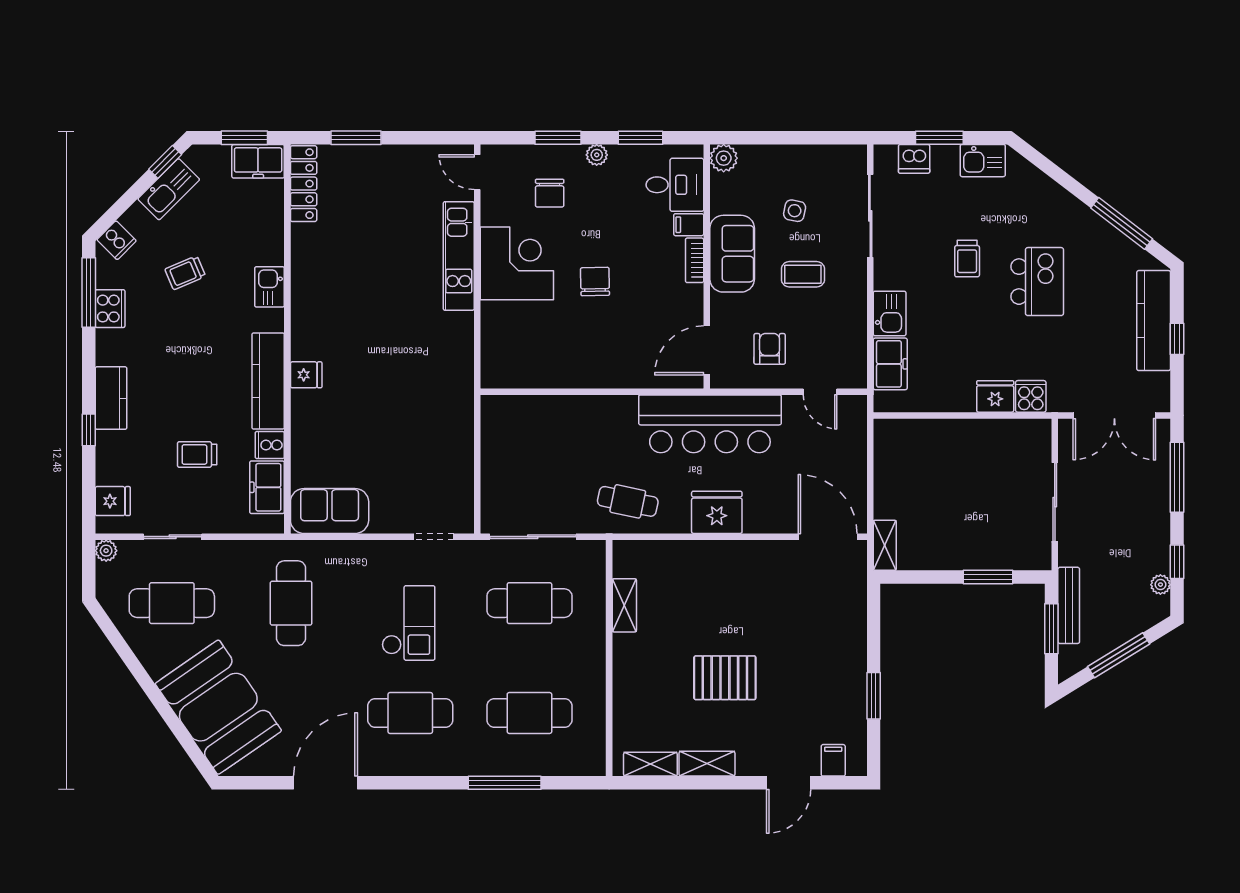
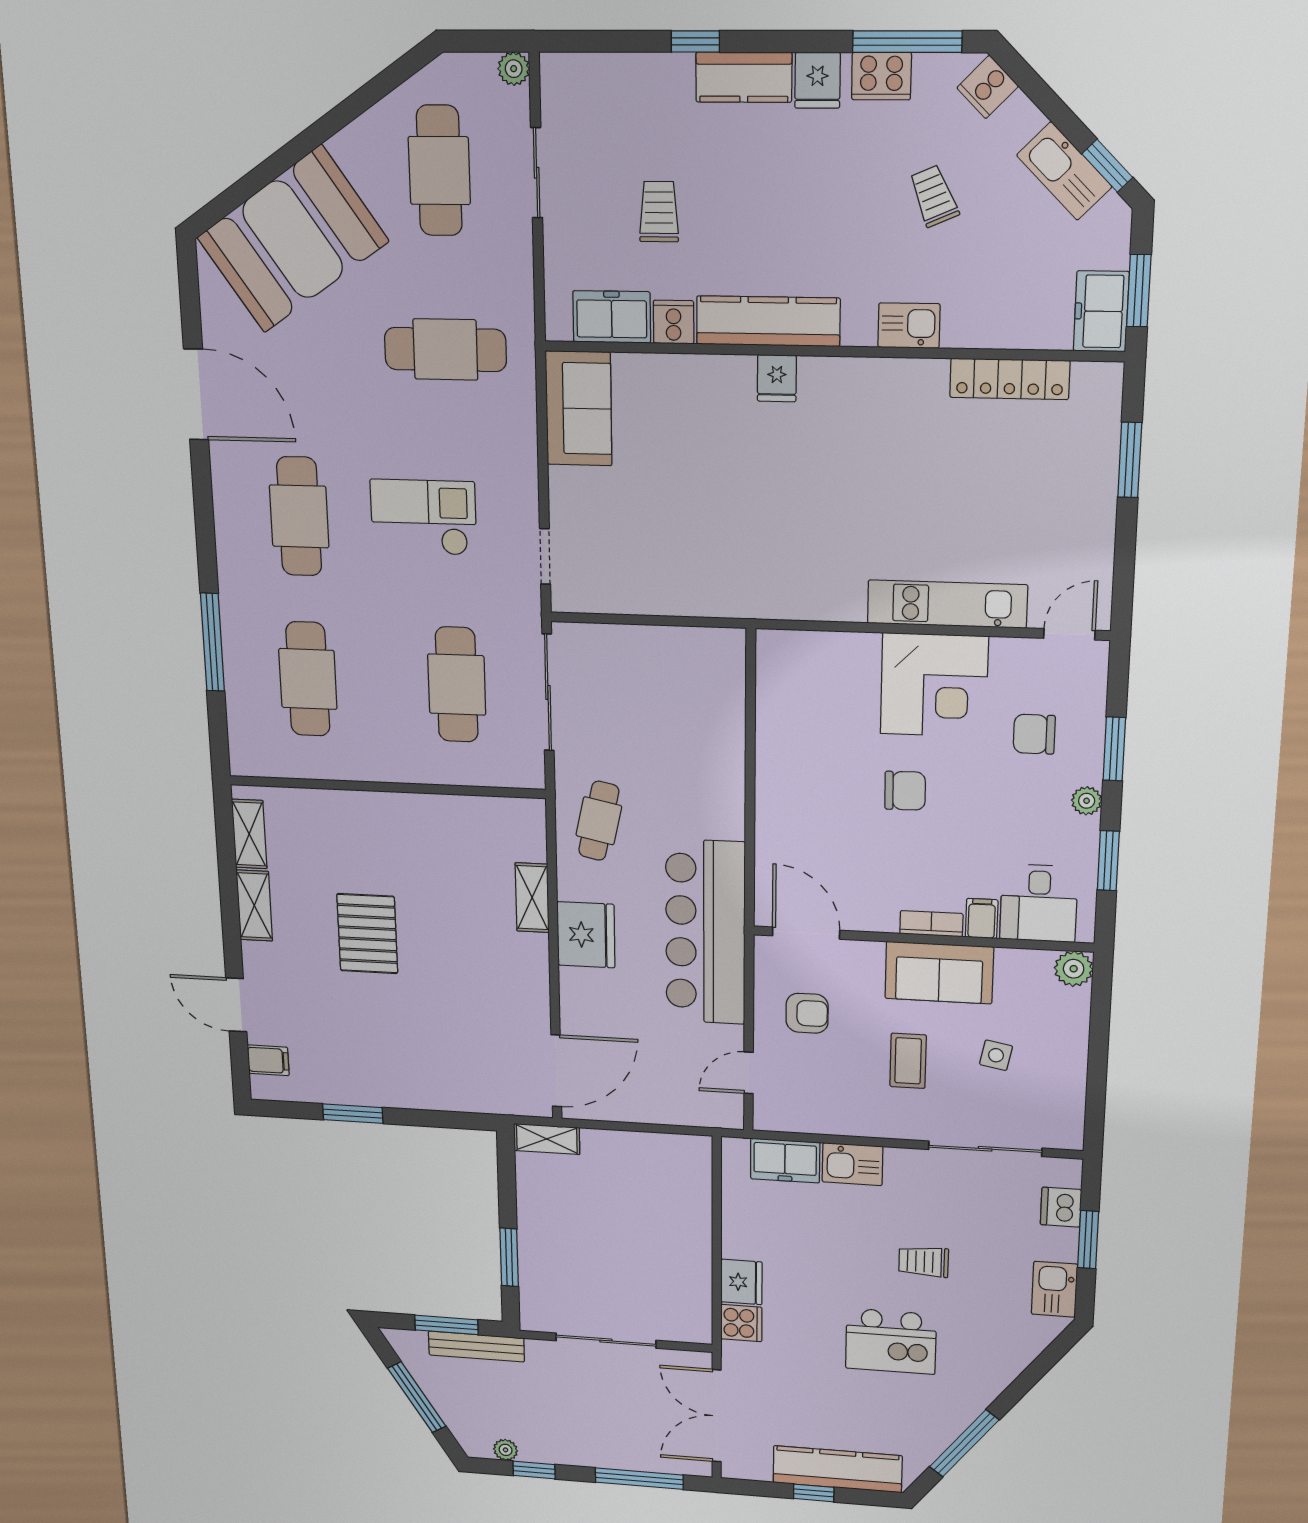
locker: (304, 184) -> (1010, 379), moved
fridge: (113, 501) -> (817, 80), moved
shelving: (624, 605) -> (532, 898), moved, turned 90
checkout: (408, 623) -> (423, 517), turned 180

